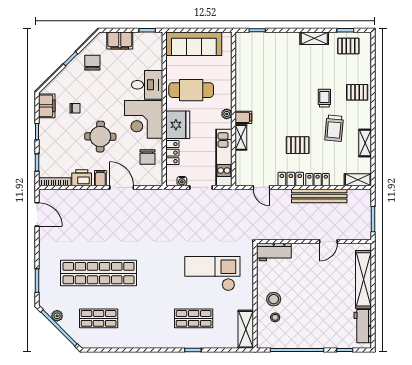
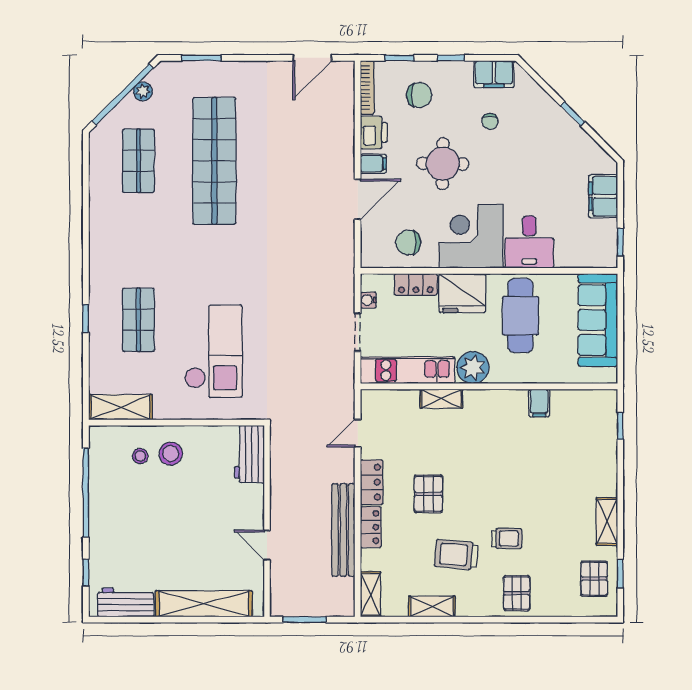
chair: (92, 63) -> (419, 95), moved
plant: (227, 114) -> (473, 368), width x1.88, depth x1.88
filing cabinet: (243, 117) -> (539, 403), moved

